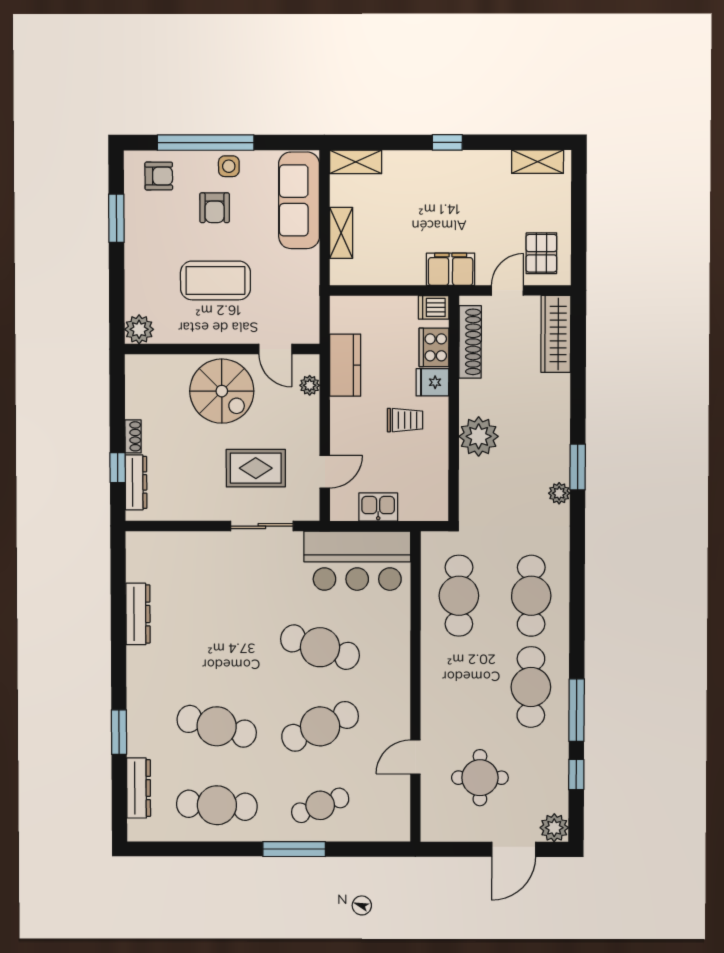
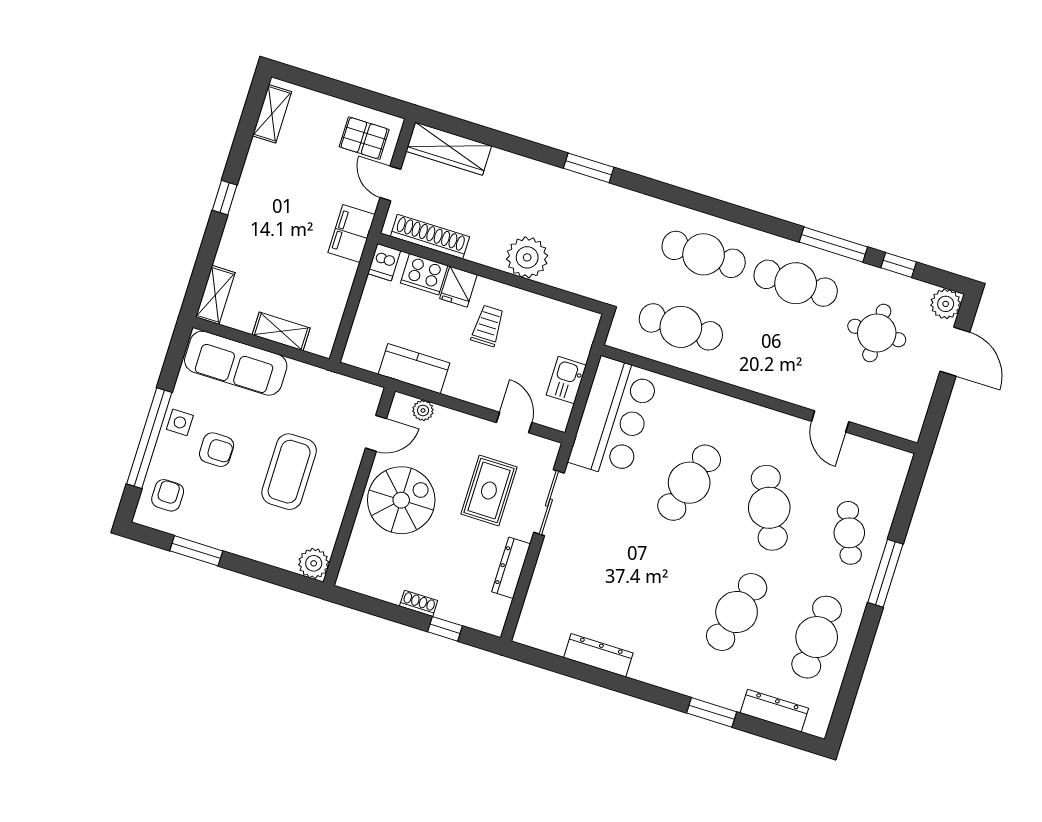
dresser: (136, 482) -> (511, 568), moved, turned -90
plant: (559, 493) -> (609, 194), removed
round table: (480, 778) -> (877, 333), moved

